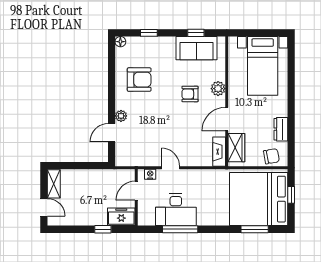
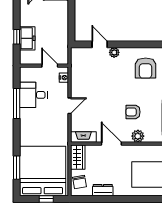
armchair: (190, 94) -> (133, 112), turned -90
wardrobe: (236, 148) -> (78, 157), moved, turned -90
door: (171, 168) -> (70, 106), moved
desk: (176, 210) -> (33, 95), width x0.73
freezer: (121, 217) -> (27, 38), moved

